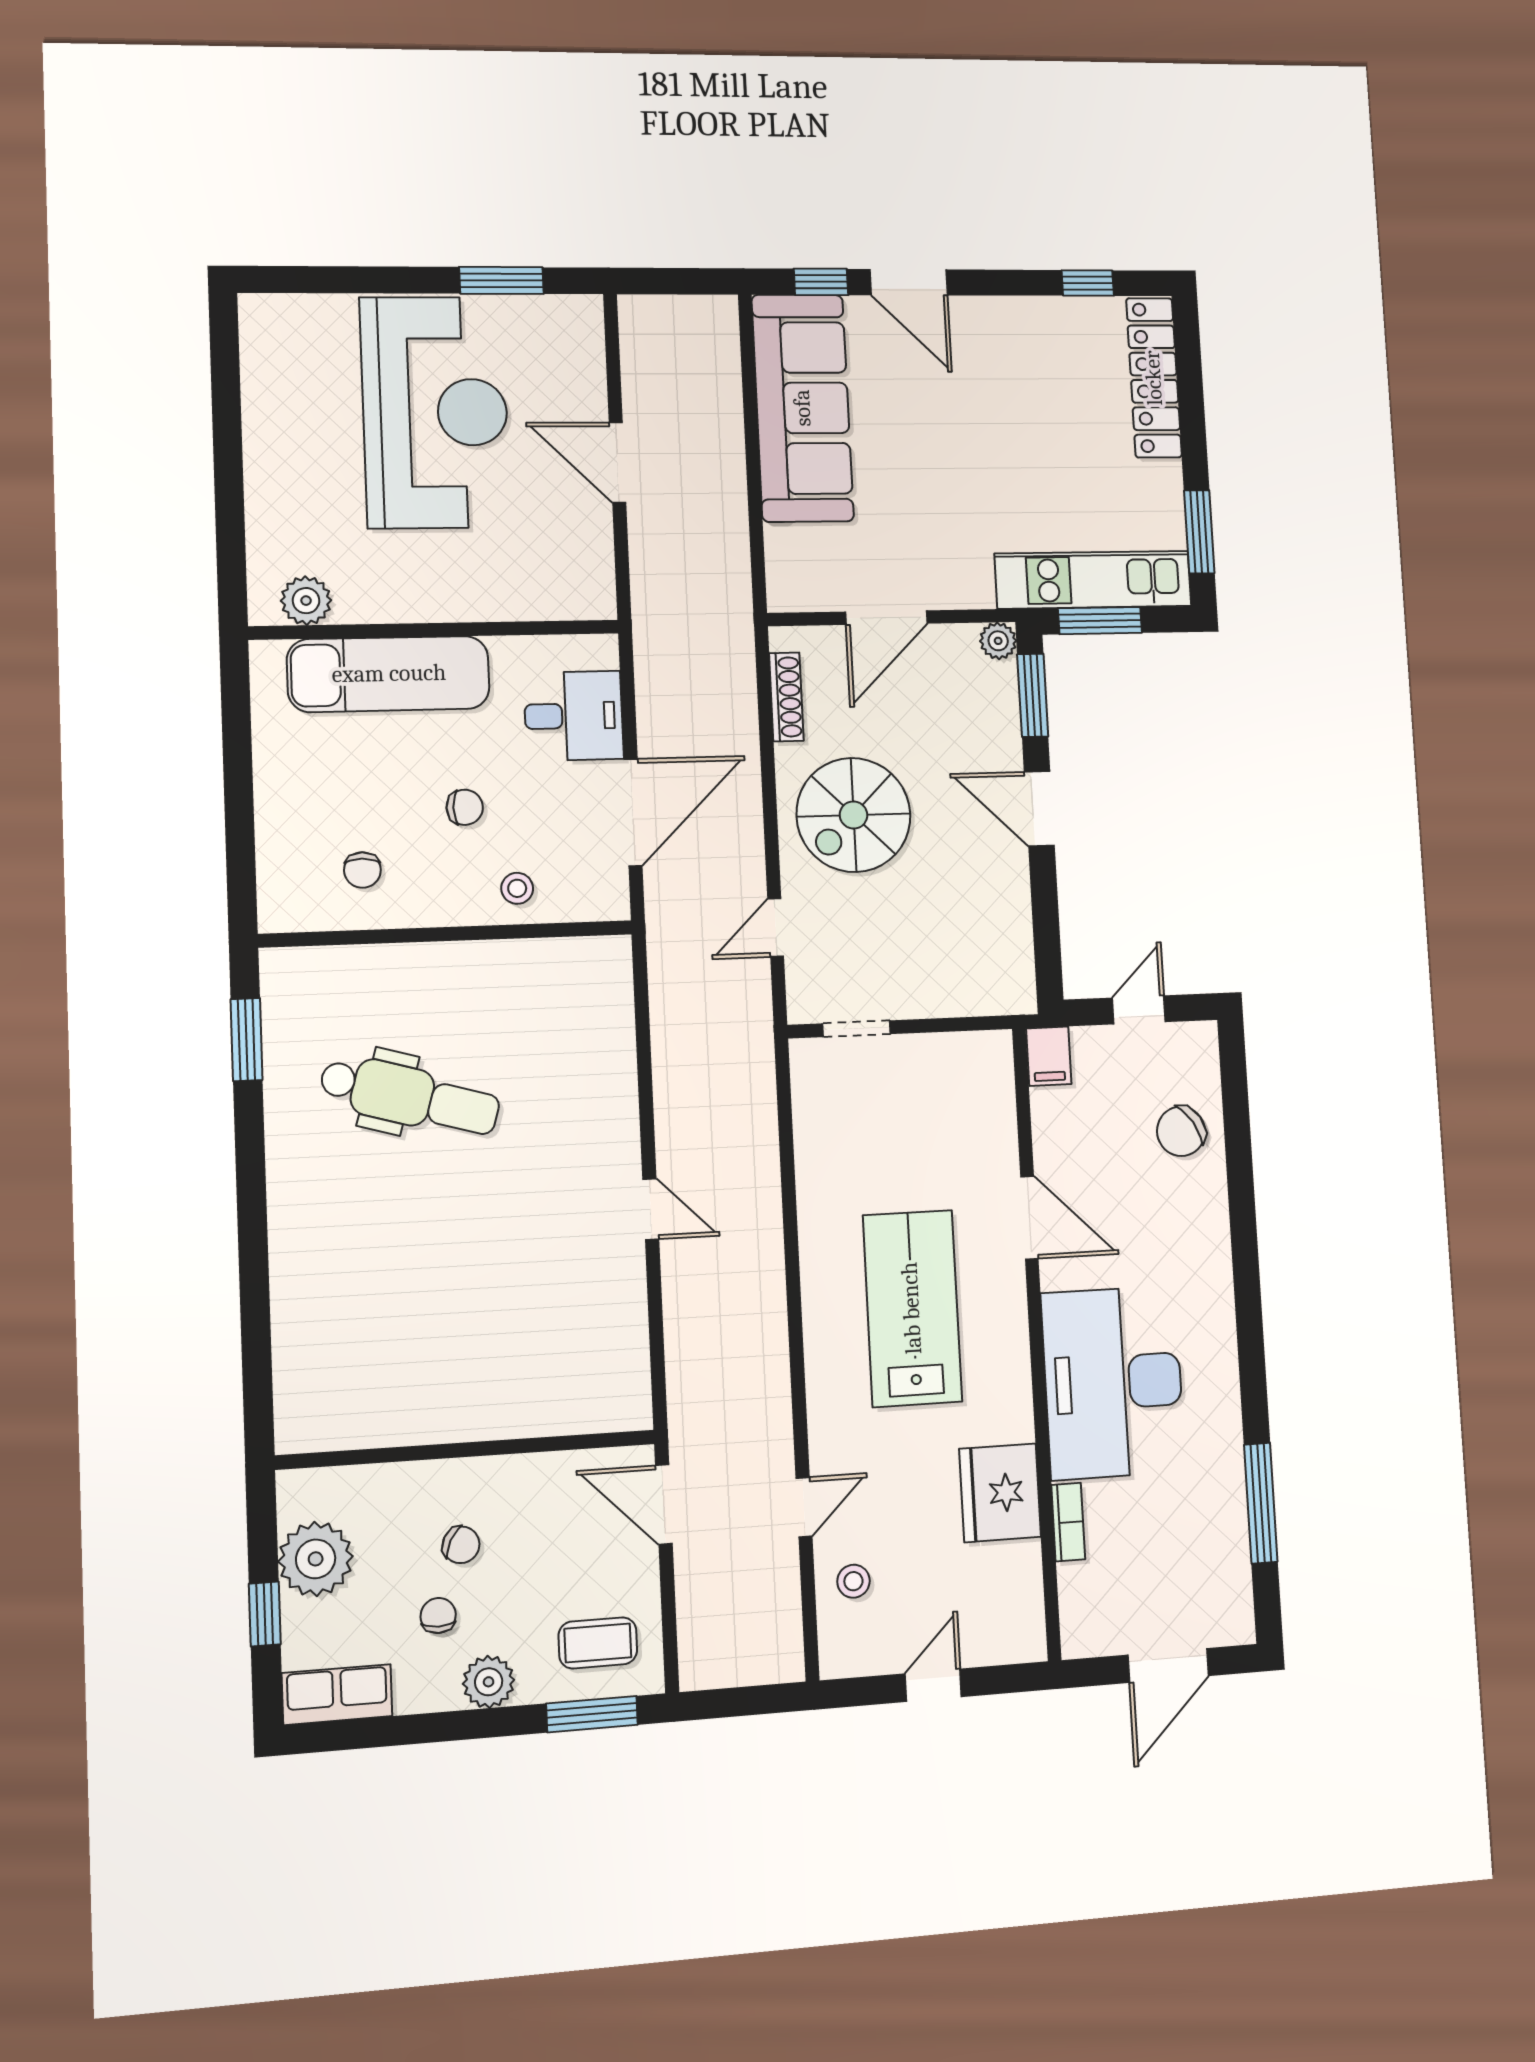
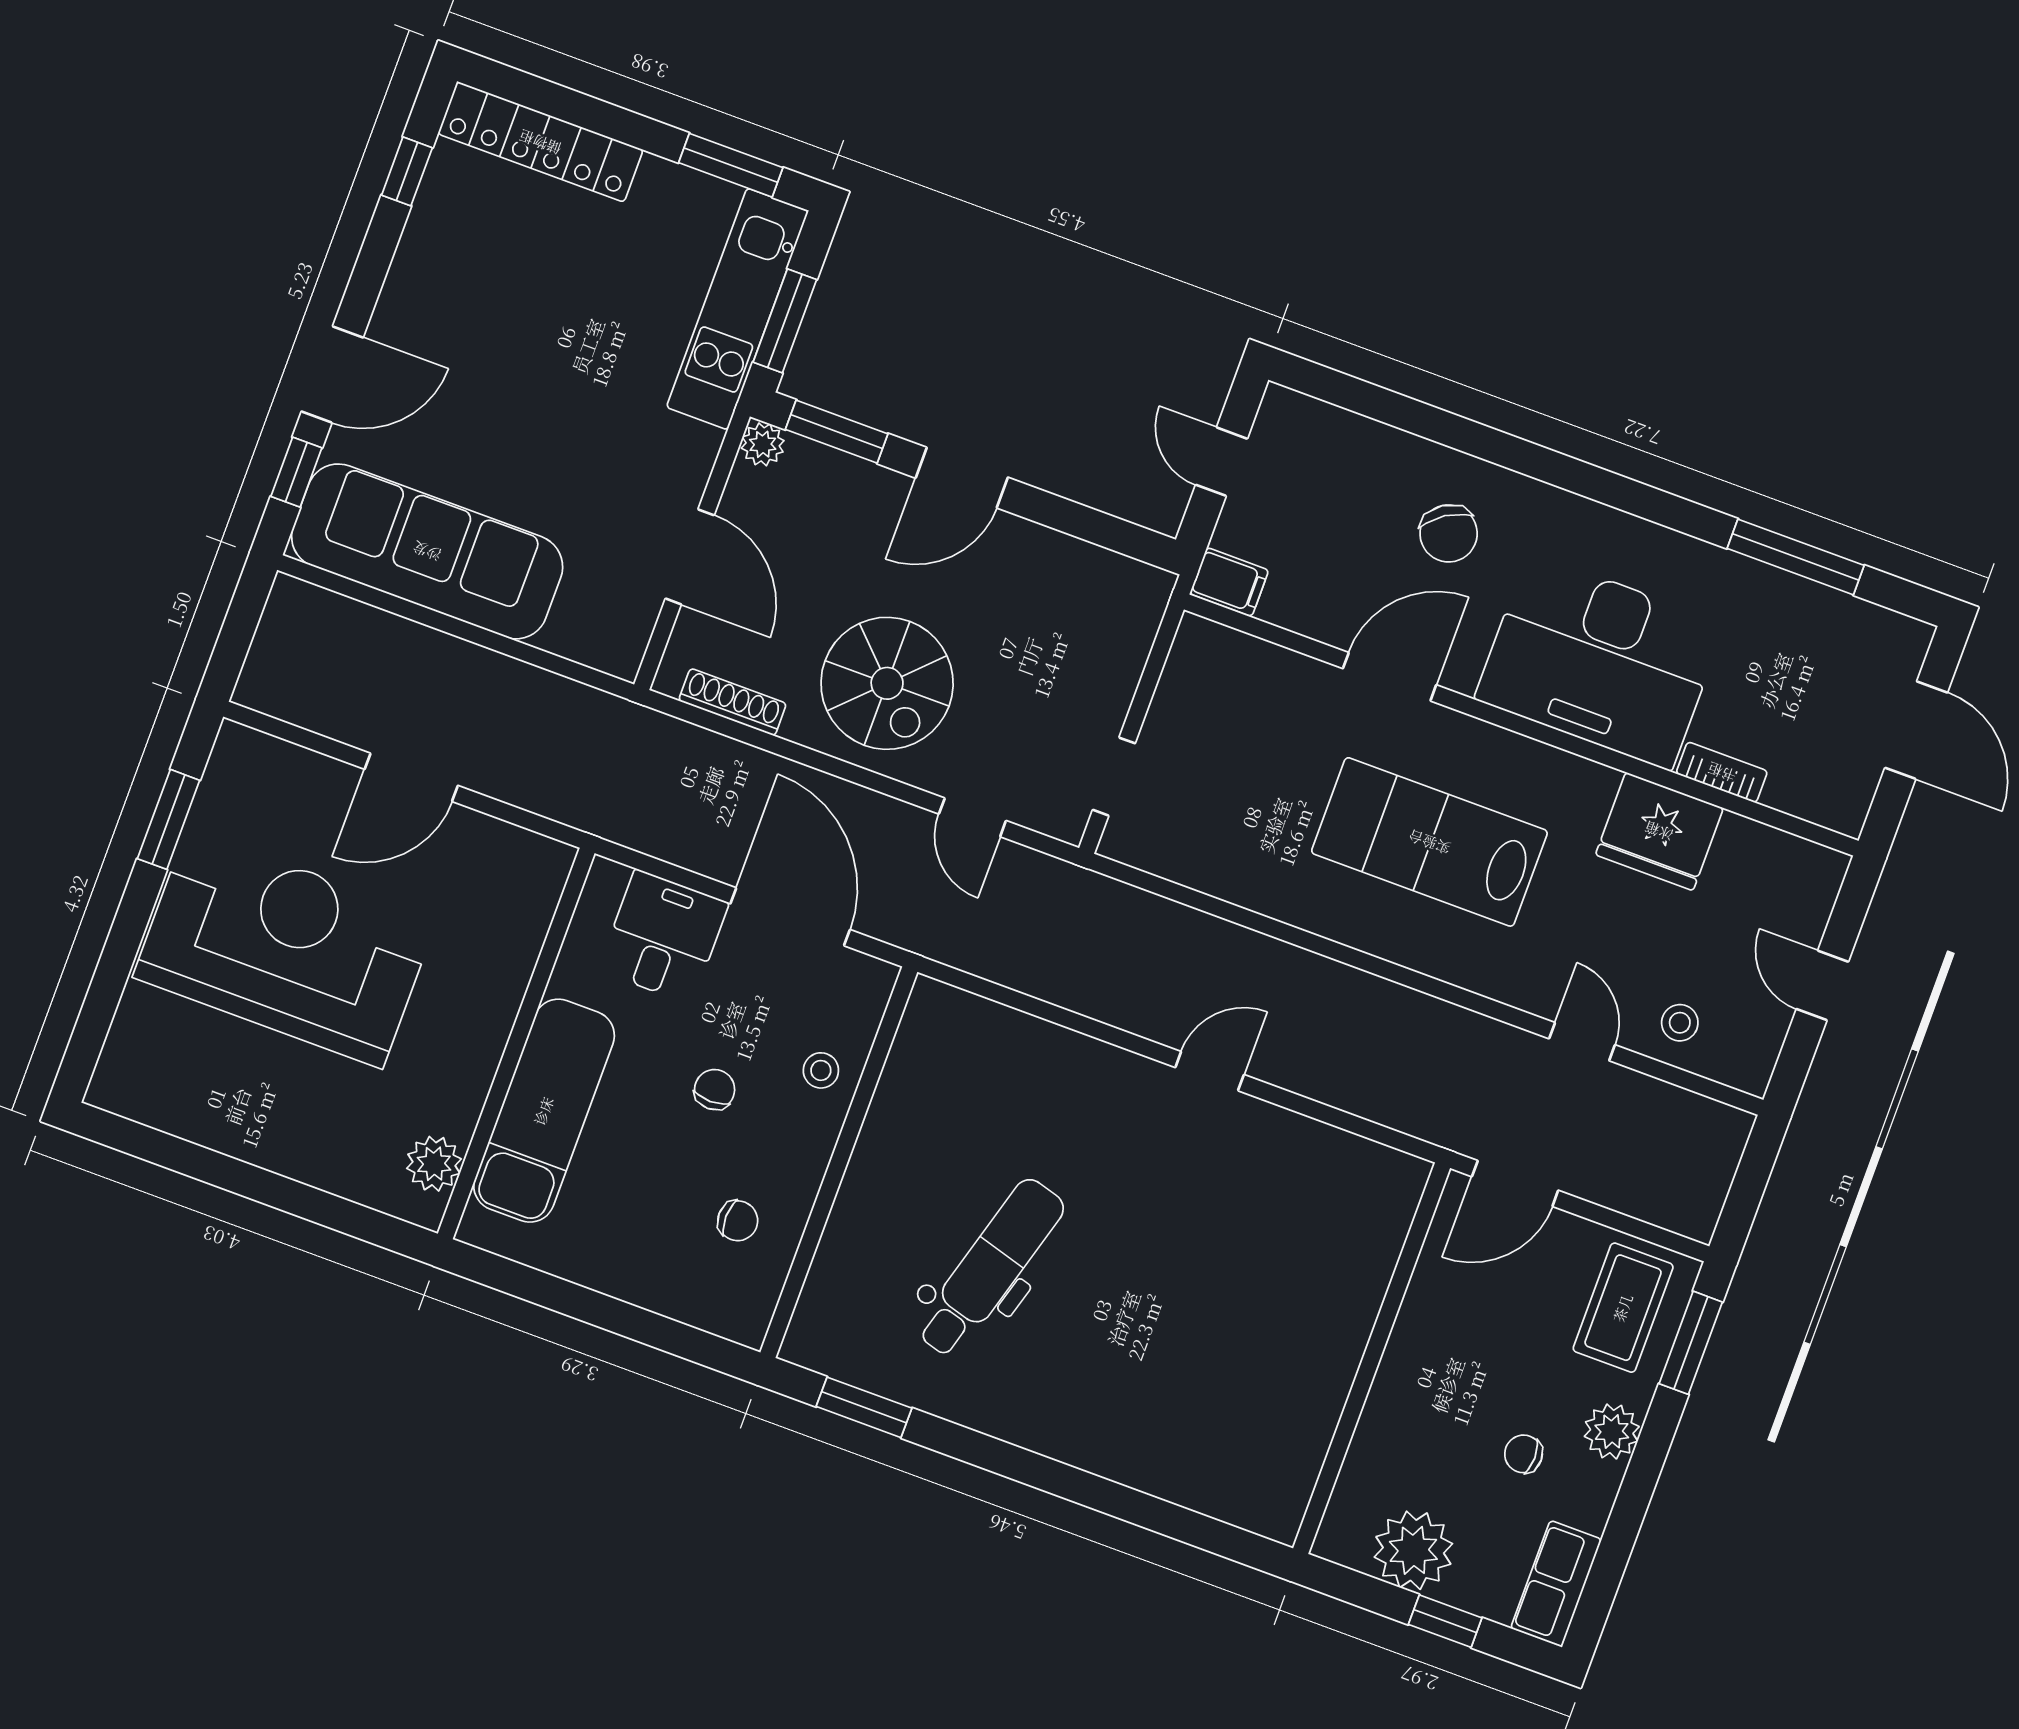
chair: (1181, 1131) -> (1449, 533), moved
chair: (461, 1545) -> (1464, 1403), removed
coffee table: (598, 1643) -> (1623, 1308), width x1.36, depth x1.30

